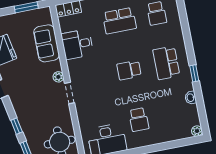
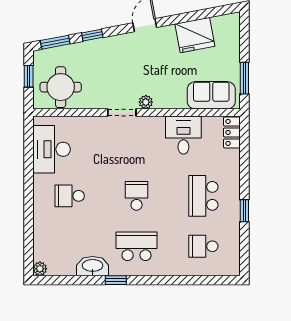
sofa: (47, 43) -> (211, 95), moved
washbasin: (191, 98) -> (93, 266), width x1.91, depth x1.45

